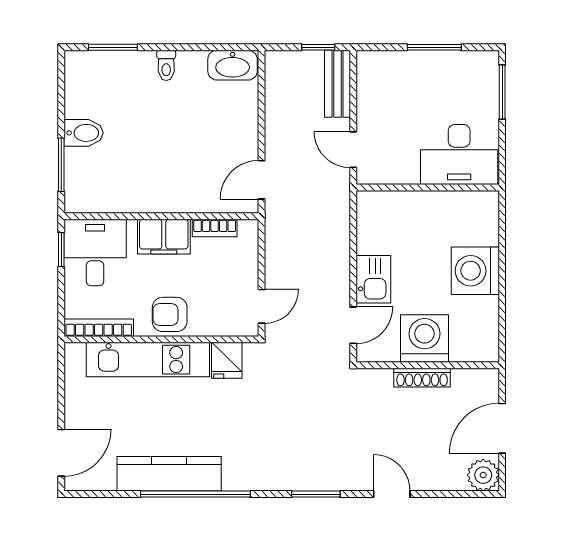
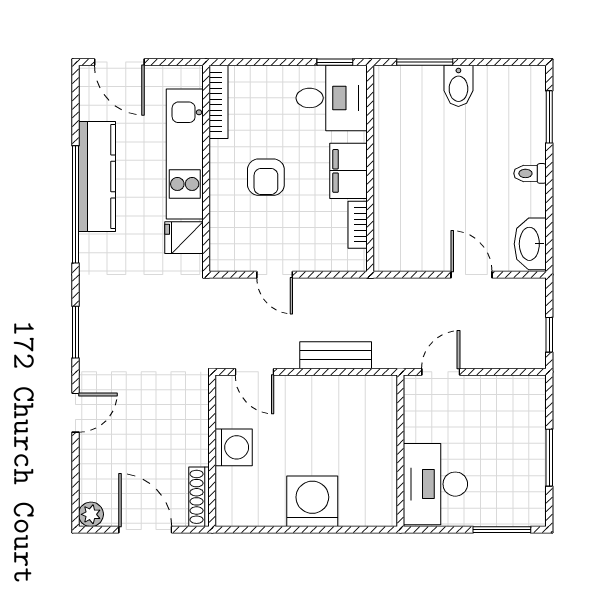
bench: (338, 84) -> (336, 355), moved
door: (262, 180) -> (471, 275), moved
kitchen sink: (373, 279) -> (303, 393), removed
armchair: (170, 314) -> (266, 177), turned 180
bookcase: (99, 328) -> (219, 102), moved
washing machine: (424, 338) -> (234, 447), width x0.73, depth x0.73
wall: (161, 339) -> (206, 168), moved
kitchen unit: (148, 360) -> (185, 154), moved
fridge: (227, 360) -> (184, 238), moved
shoe rack: (422, 378) -> (199, 497), moved
plant: (483, 475) -> (91, 514), width x0.73, depth x0.73

